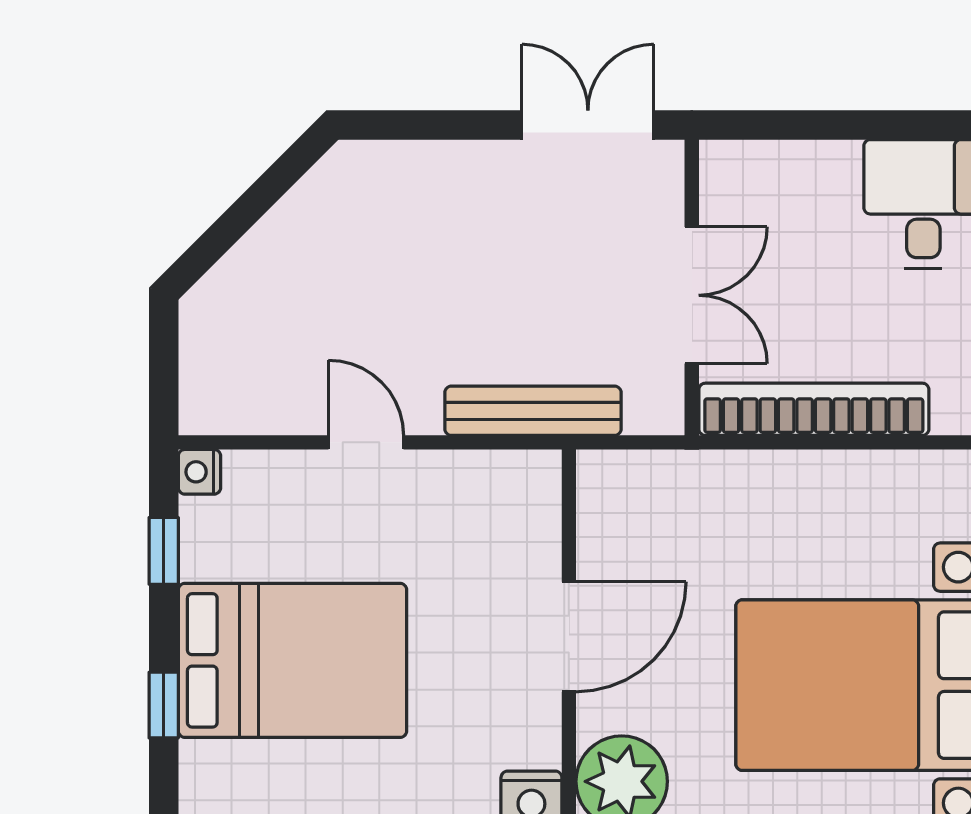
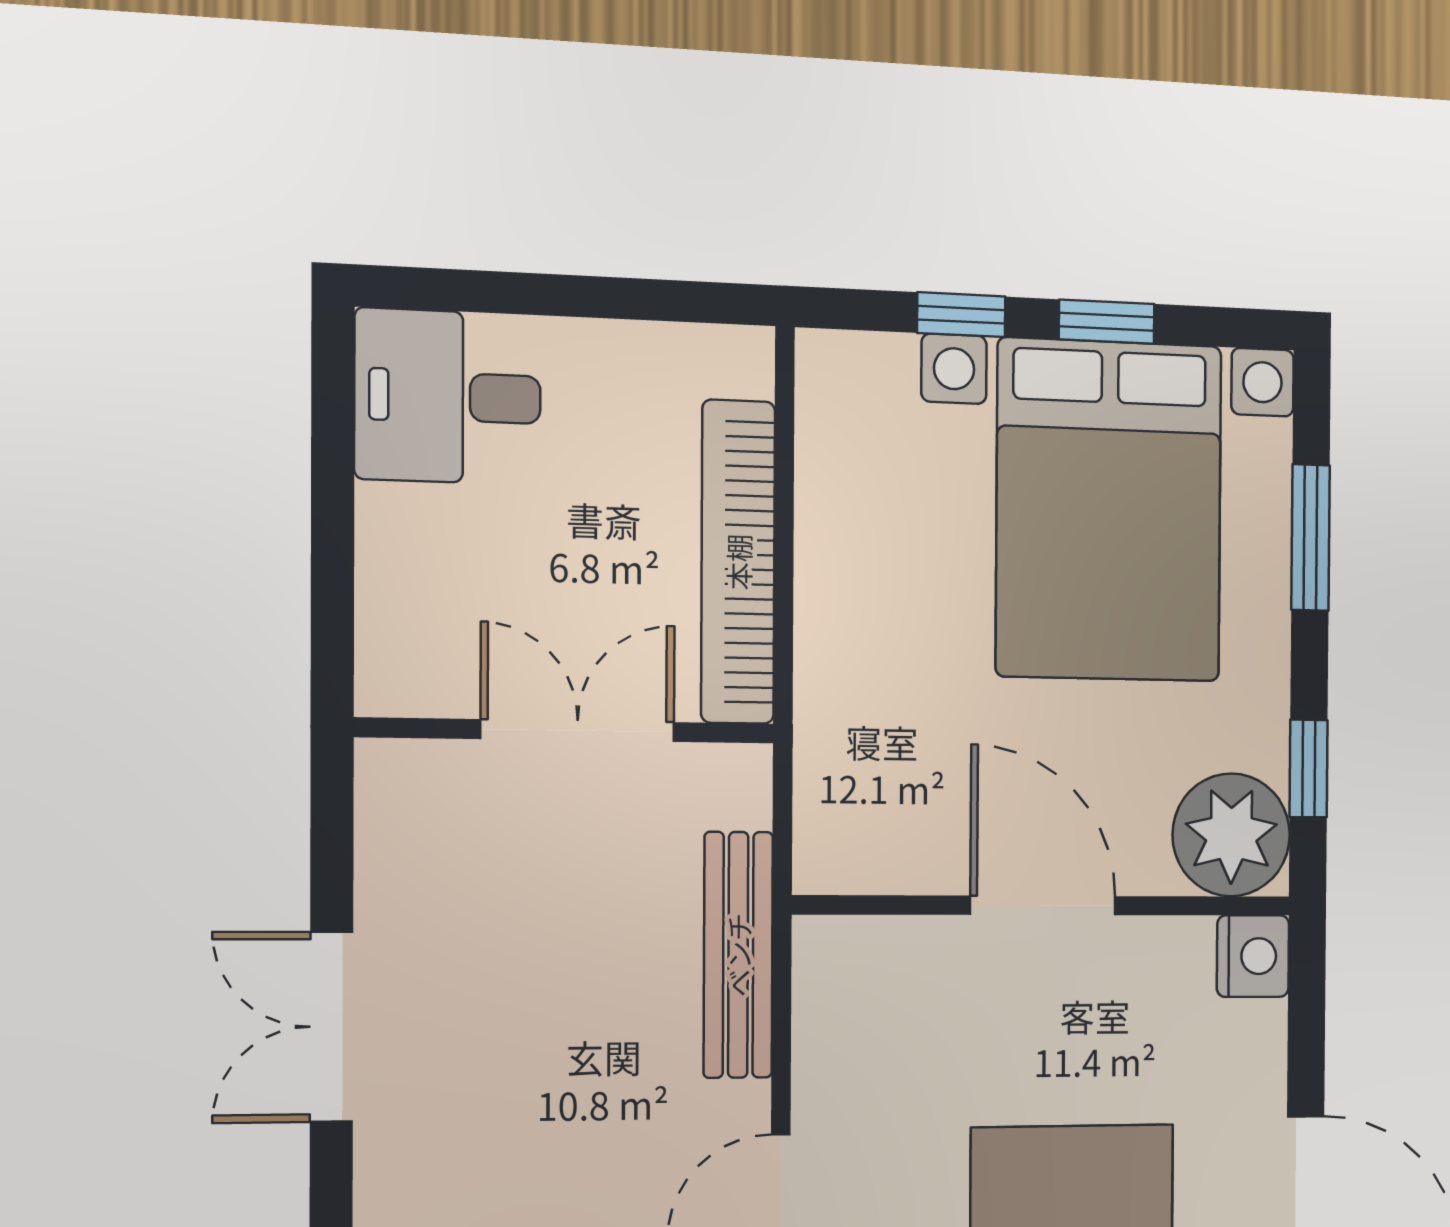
double door: (588, 125) -> (332, 1027), moved

